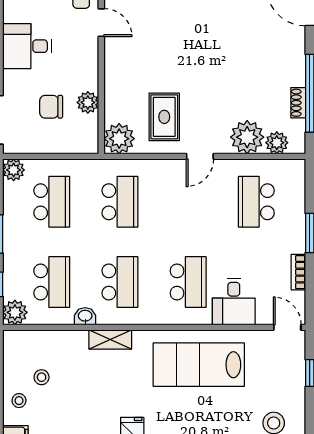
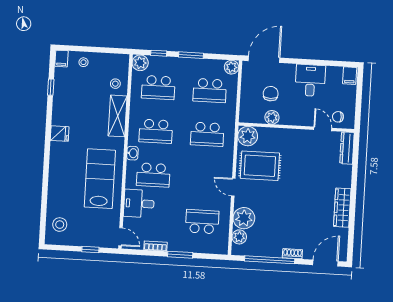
door: (101, 23) -> (323, 129), swing flipped
shoe rack: (298, 103) -> (292, 254), moved
rug: (164, 117) -> (260, 166), width x1.36, depth x1.43
washbasin: (85, 316) -> (132, 153), moved
door: (287, 327) -> (121, 237), hinge flipped
shelving: (110, 339) -> (118, 116), width x1.50, depth x1.33
stool: (42, 377) -> (115, 84), moved

